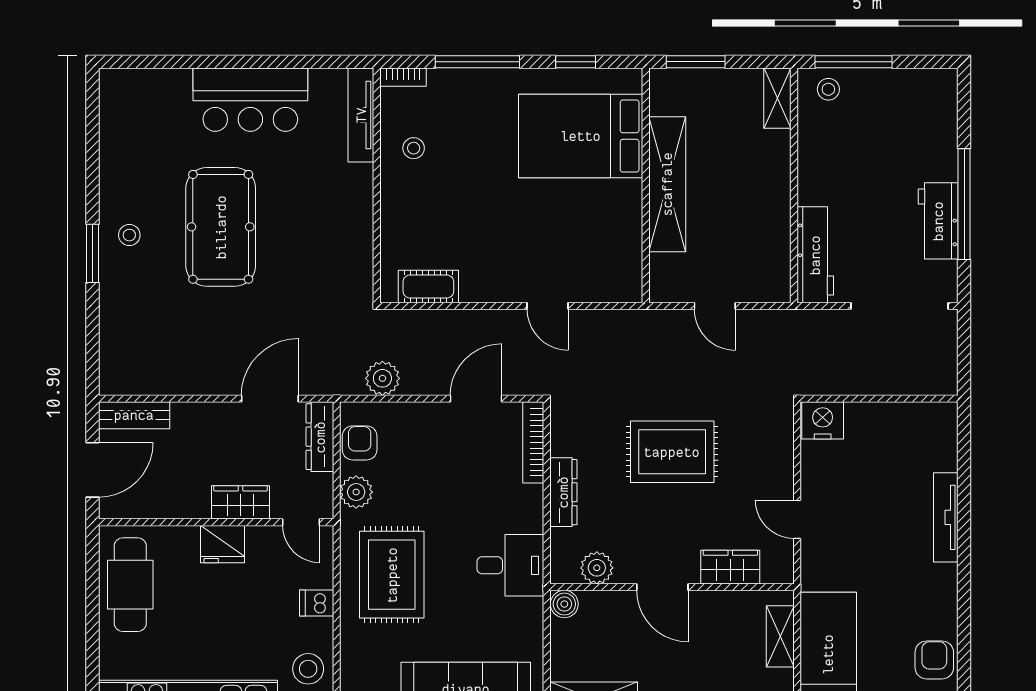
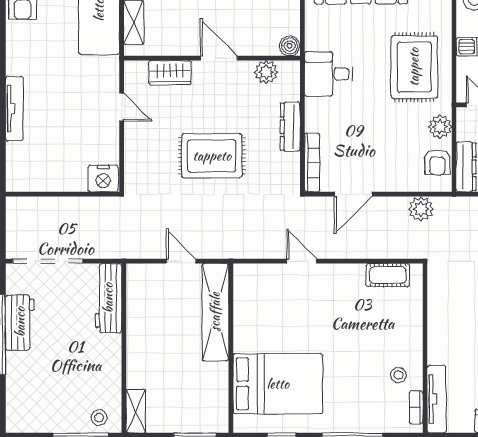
bookcase: (403, 77) -> (416, 407), moved, turned -90
shelving: (667, 184) -> (215, 312), moved

